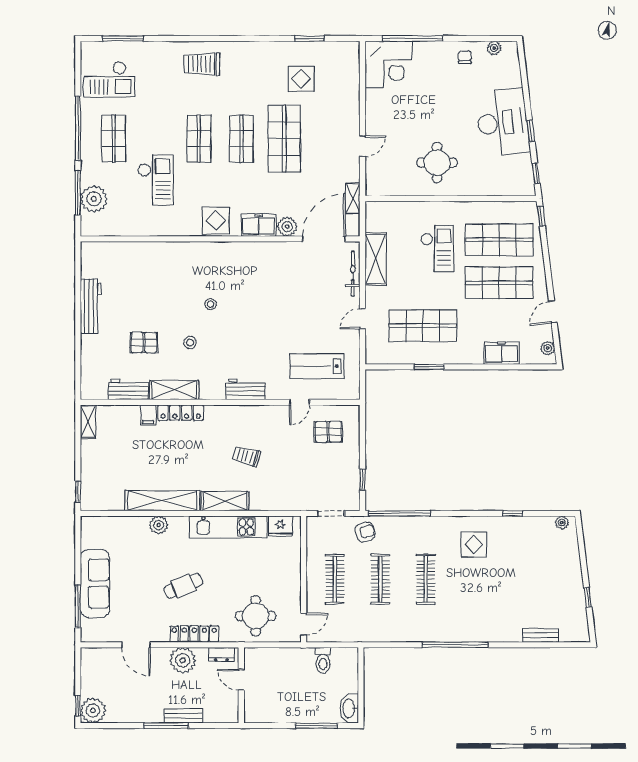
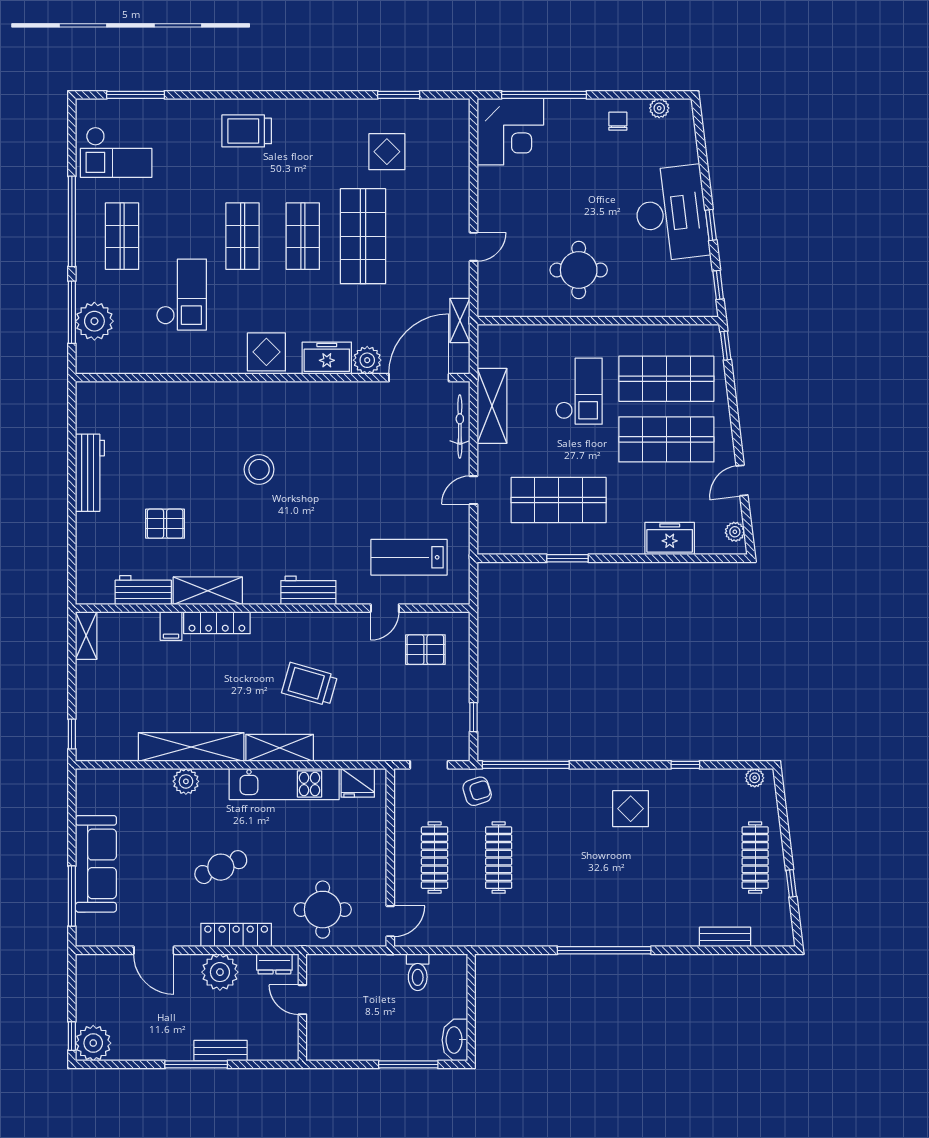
stool: (211, 304) -> (259, 469), width x1.89, depth x1.89
stool: (190, 342) -> (230, 524), removed
trolley: (246, 456) -> (310, 684), width x1.36, depth x1.39
clothes rail: (426, 579) -> (755, 858), moved

